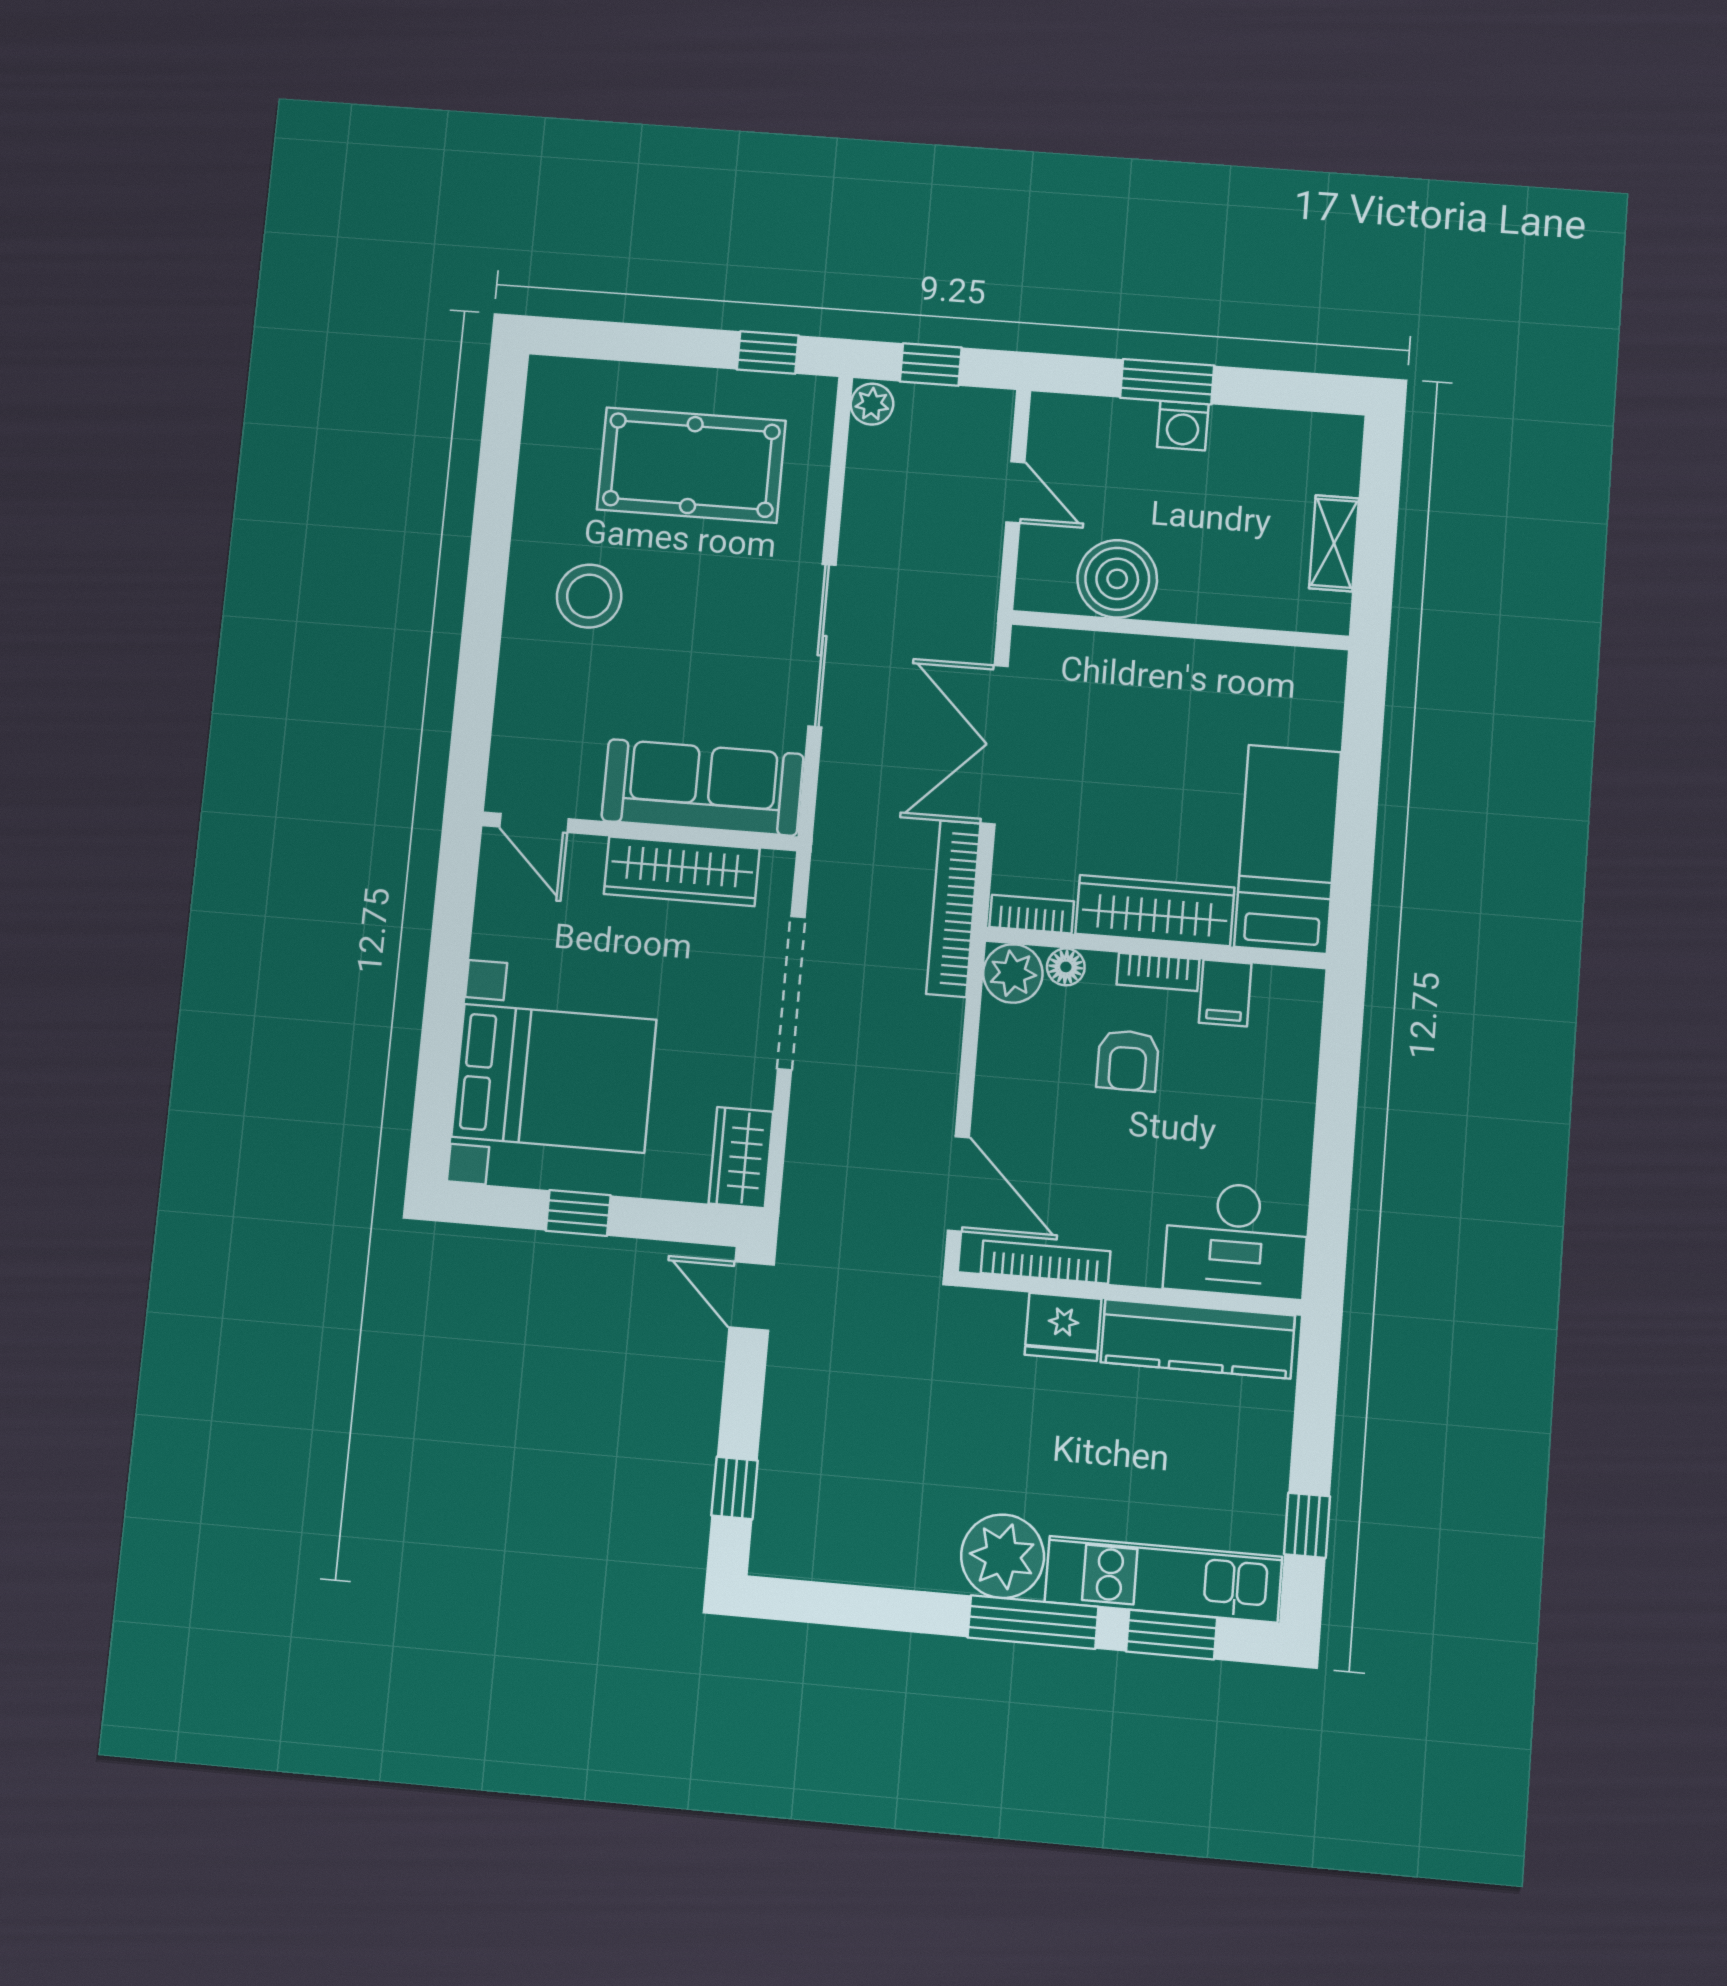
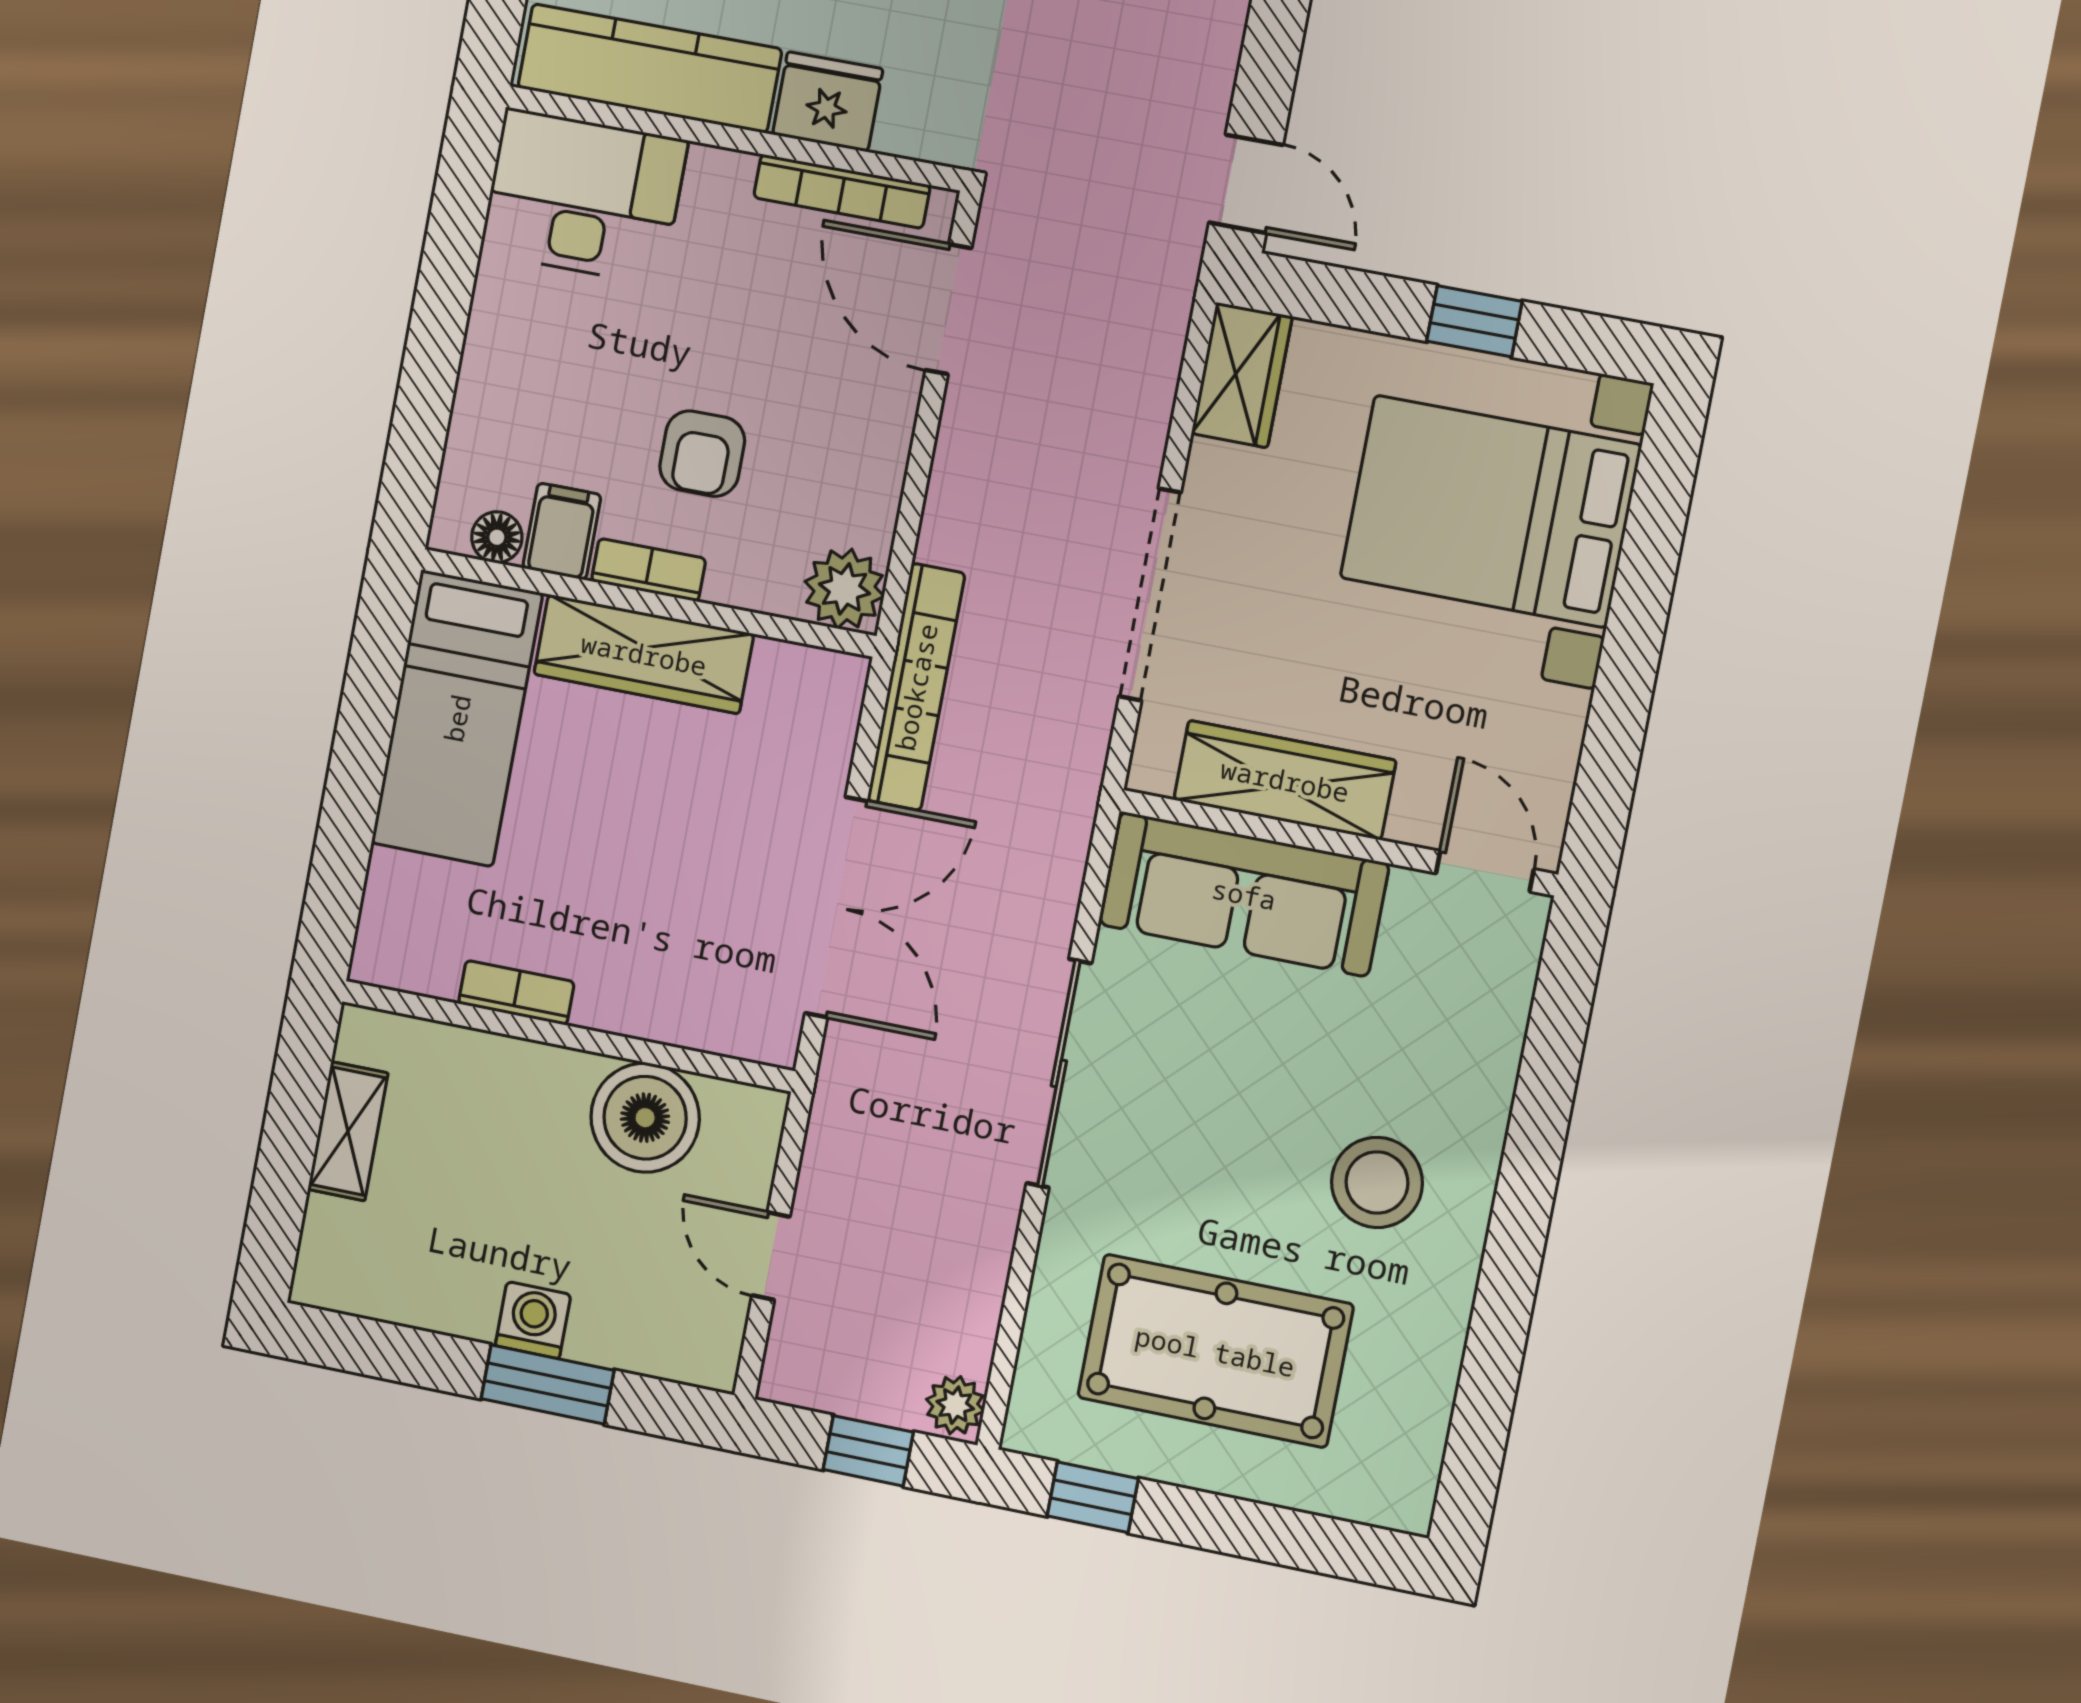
bookcase: (1032, 914) -> (516, 993), moved, turned 180
floor lamp: (1066, 967) -> (497, 537), moved
armchair: (1128, 1060) -> (702, 454), turned 180

